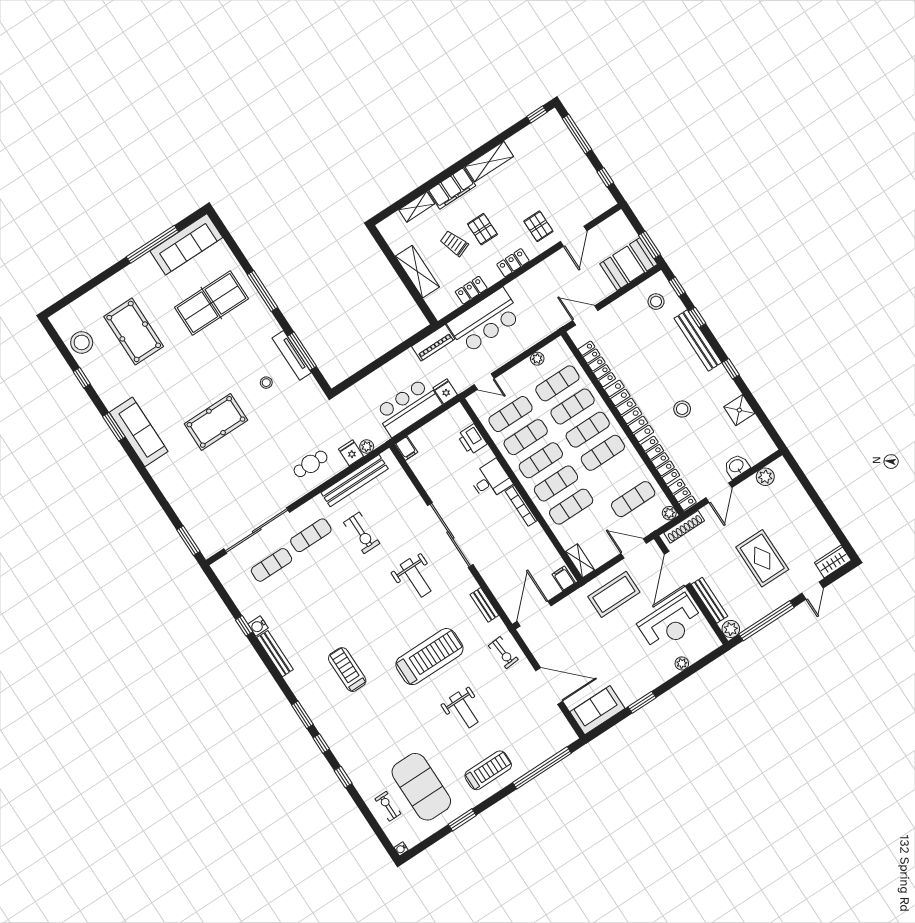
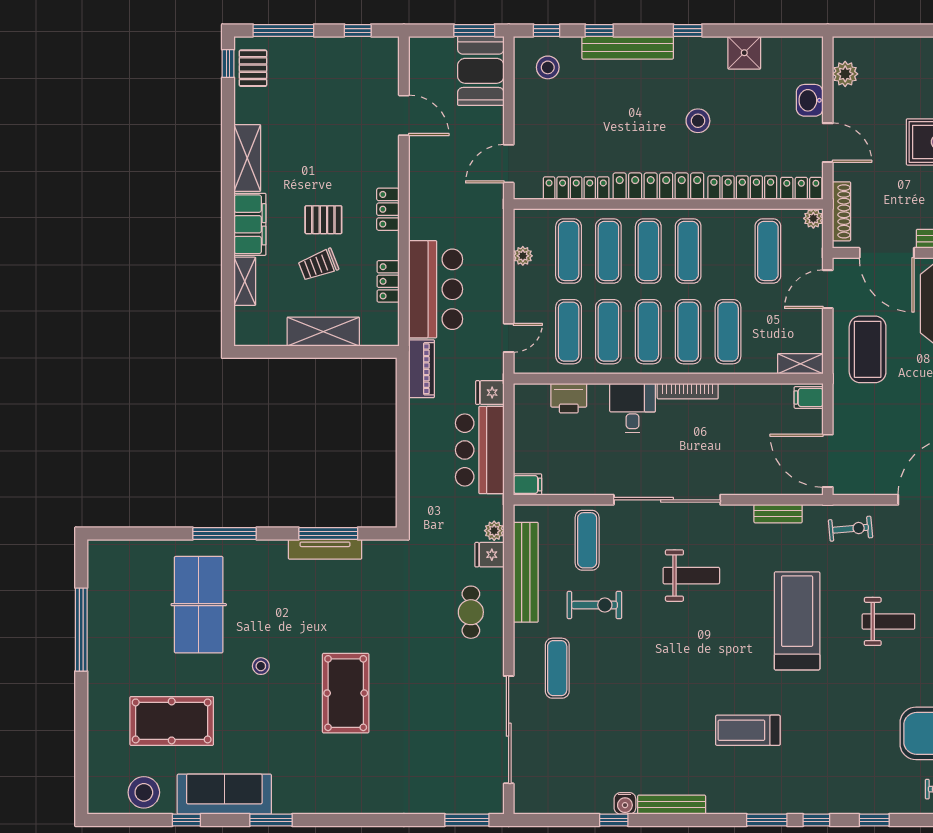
pallet: (538, 226) -> (253, 68), moved, turned 90
sofa: (186, 244) -> (108, 589), removed
stool: (266, 383) -> (261, 666), moved
sofa: (139, 432) -> (224, 794), moved
exercise mat: (271, 565) -> (587, 540), moved

